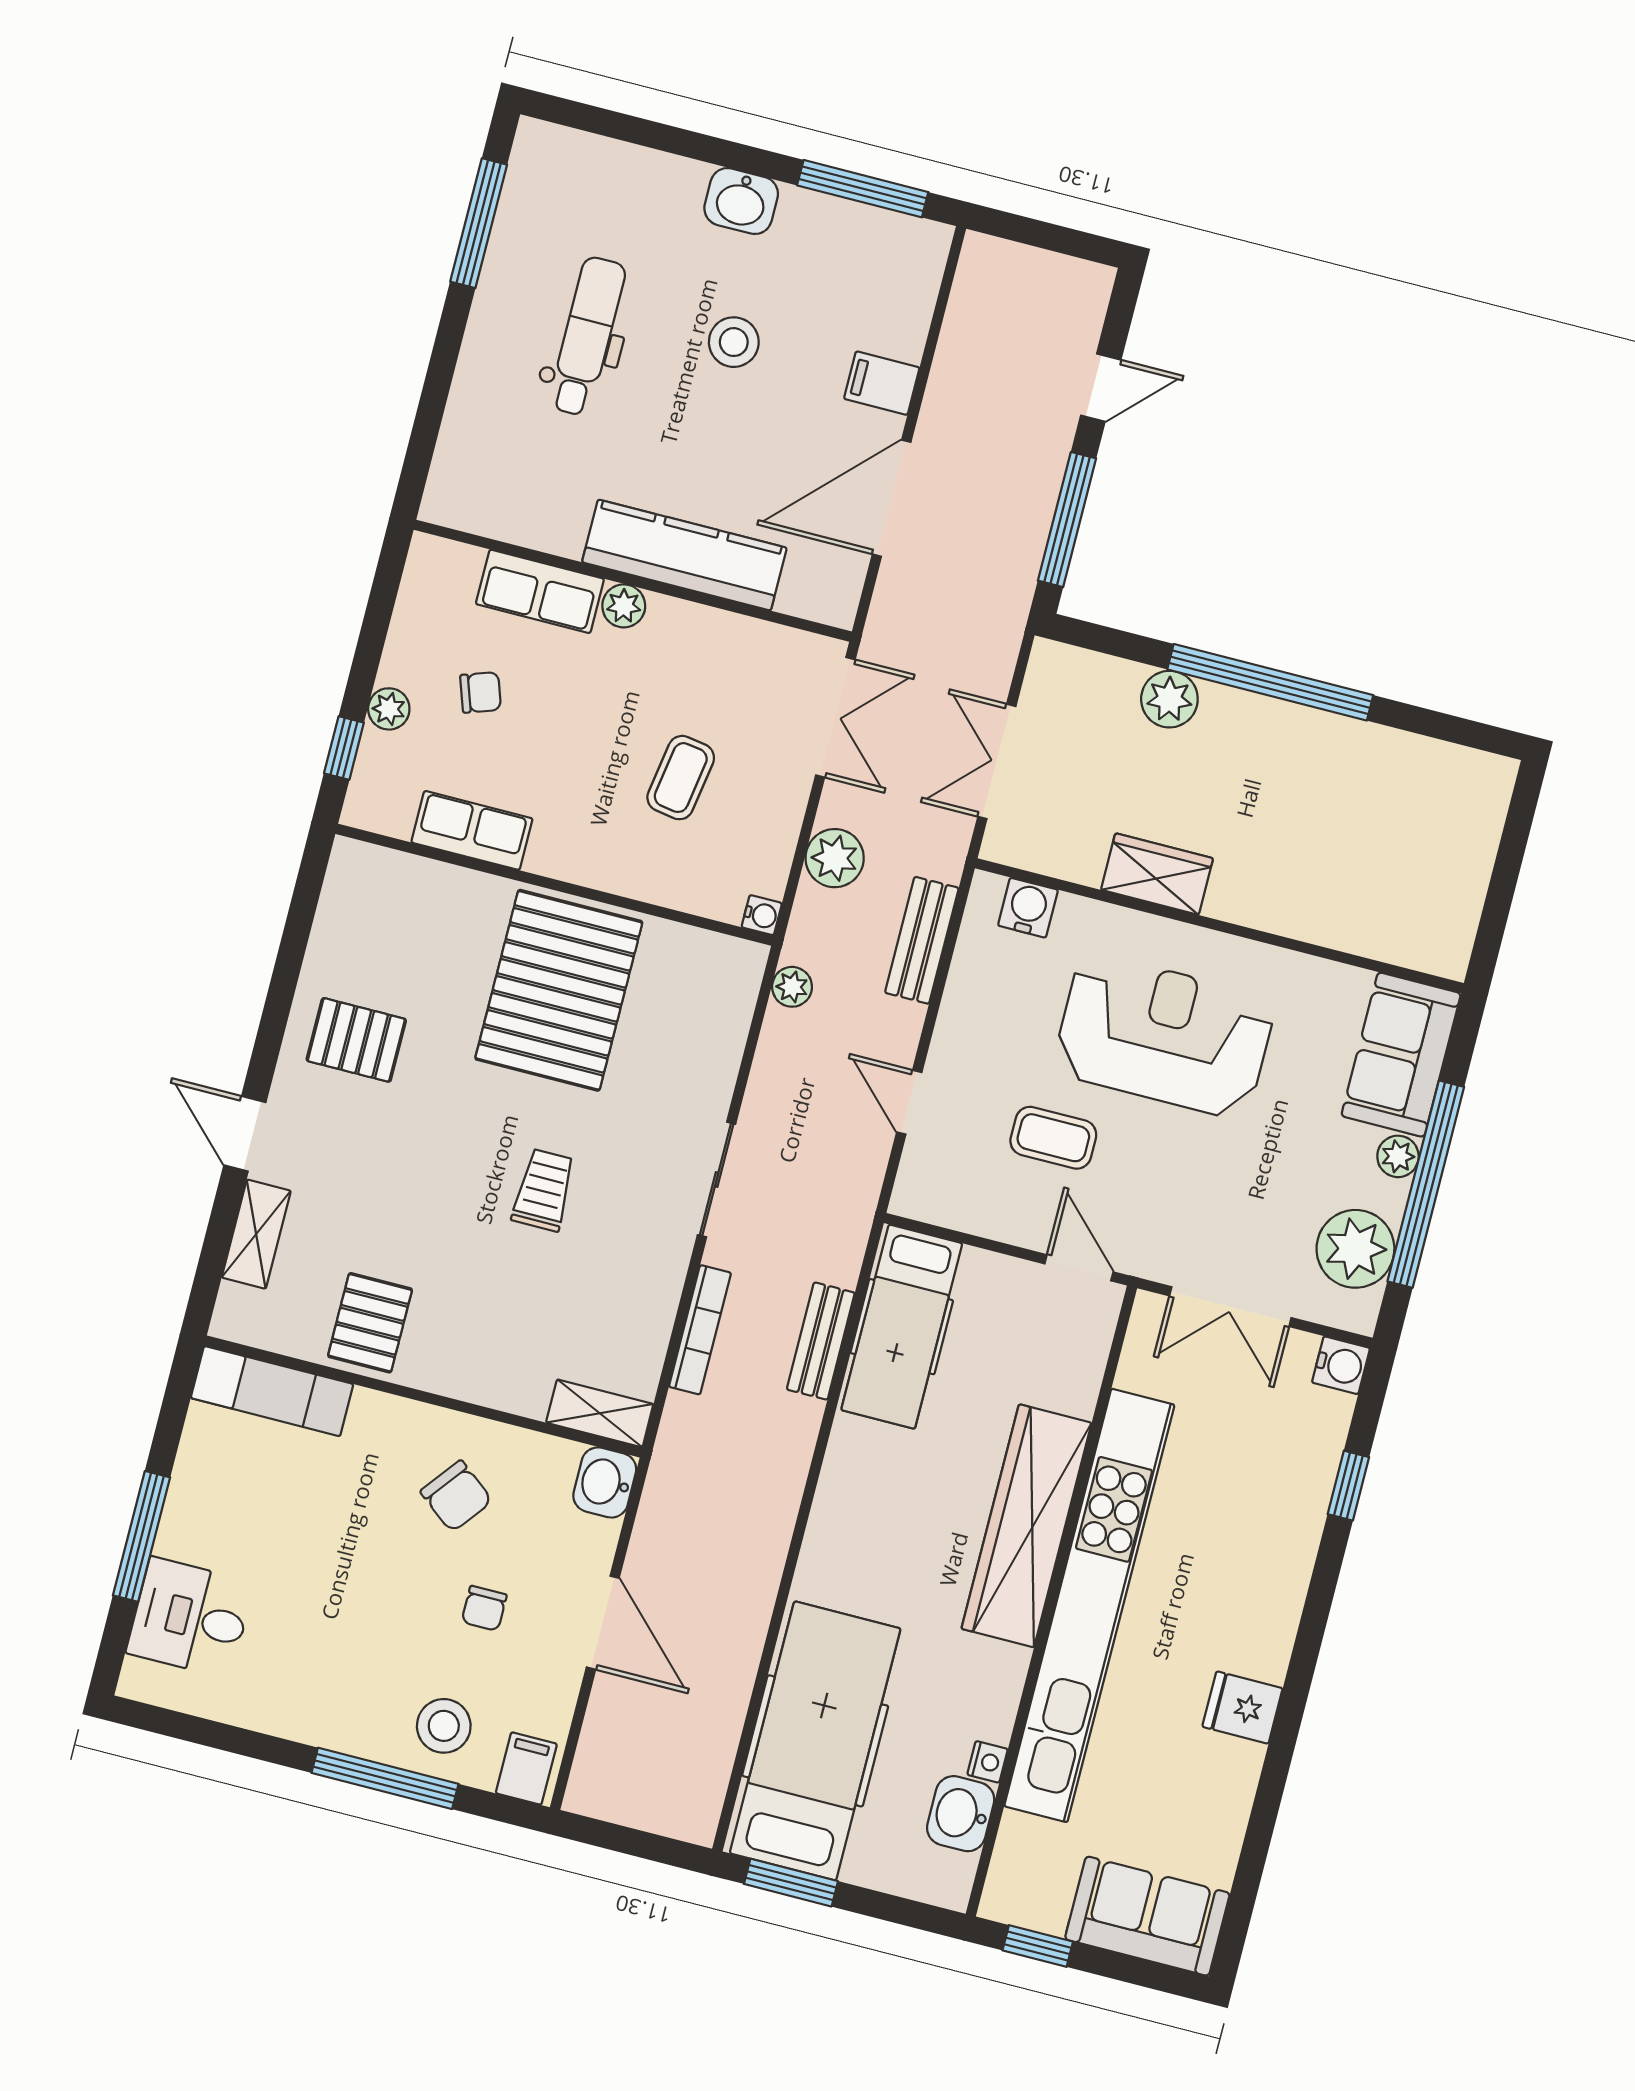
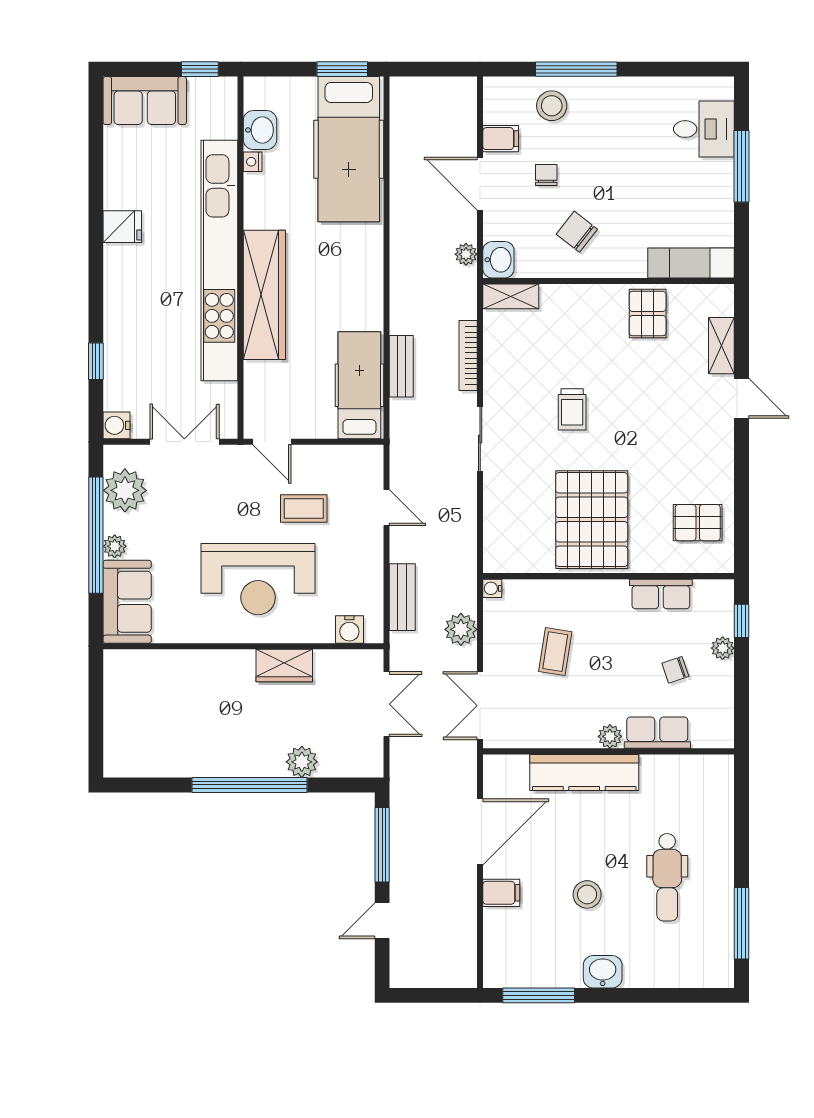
plant: (792, 987) -> (466, 254), moved
pallet: (356, 1040) -> (698, 523), moved
filing cabinet: (526, 1768) -> (501, 139), moved, turned -90

